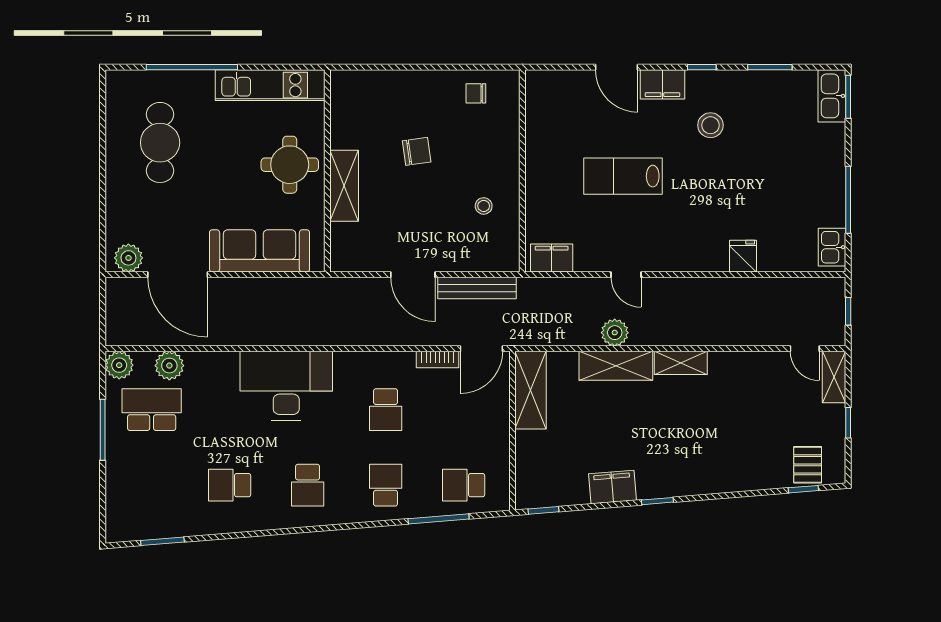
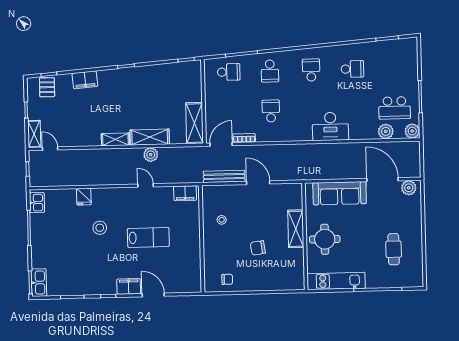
stool: (710, 125) -> (100, 228), moved
cafe table: (160, 143) -> (394, 249), width x0.73, depth x0.74
desk: (286, 386) -> (330, 126), width x0.73, depth x0.77
filing cabinet: (612, 487) -> (85, 80), moved

